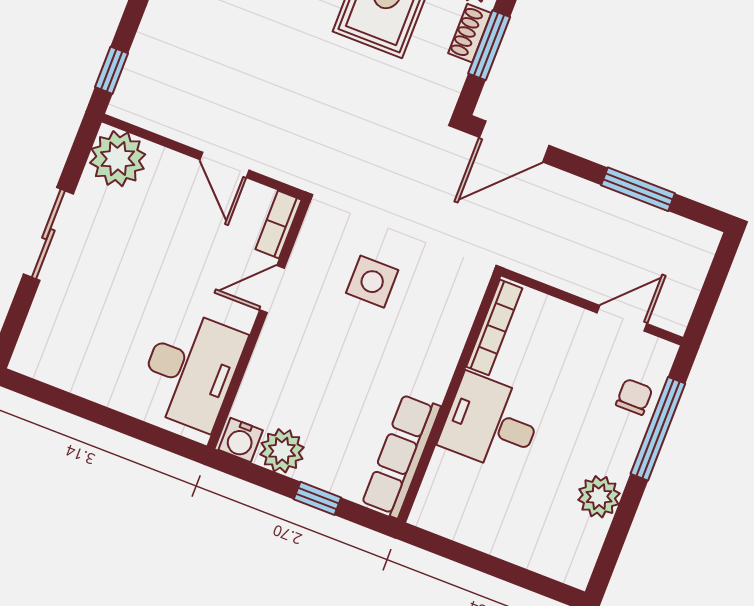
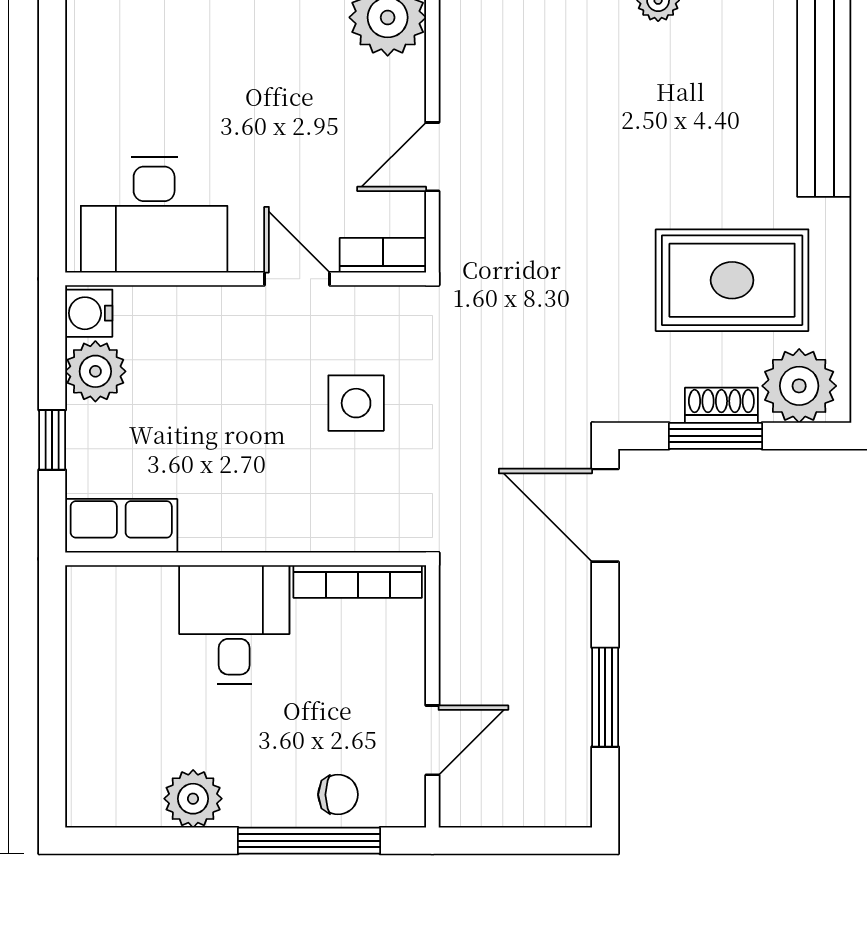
door: (622, 318) -> (432, 740), hinge flipped
row of seats: (401, 456) -> (121, 526), width x0.68

